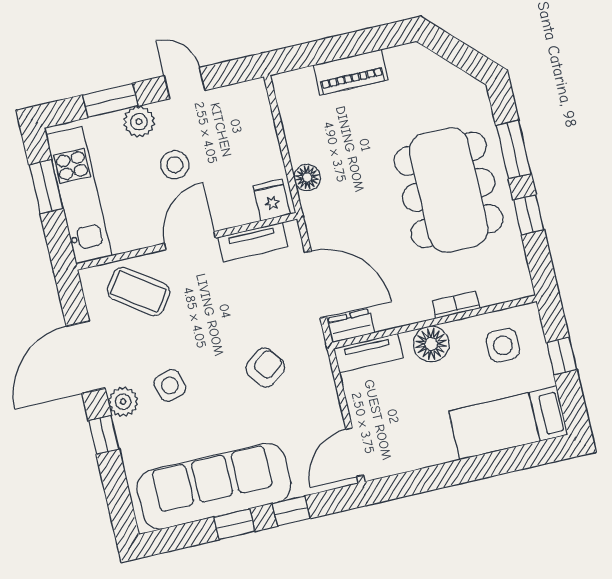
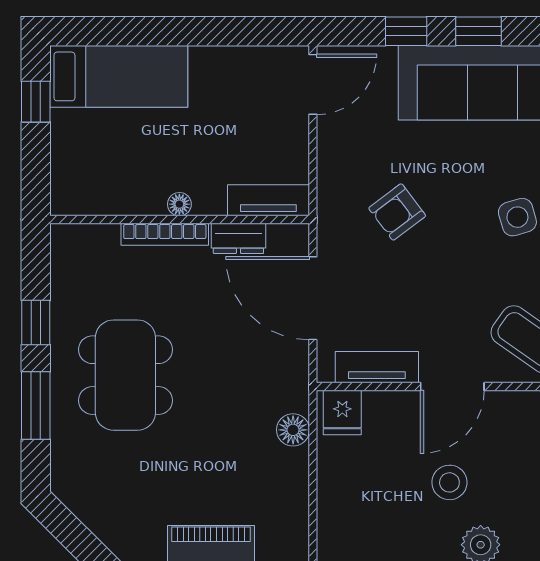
dining table: (449, 190) -> (125, 375), width x0.73, depth x0.80
bookcase: (456, 305) -> (165, 234), width x1.56
dresser: (351, 326) -> (238, 238), moved
floor lamp: (431, 344) -> (179, 204), width x0.53, depth x0.53
side table: (503, 345) -> (104, 172), removed
window: (562, 356) -> (36, 102), moved

